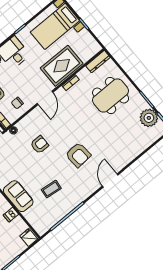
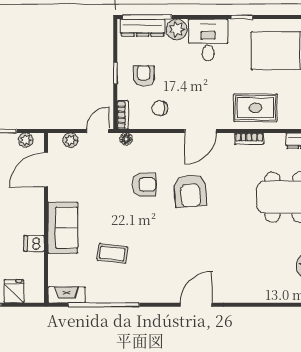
rug: (62, 66) -> (255, 108), width x0.73, depth x0.70
armchair: (78, 155) -> (190, 191), moved
fireplace: (46, 226) -> (67, 295), added
fridge: (29, 237) -> (14, 291), moved

